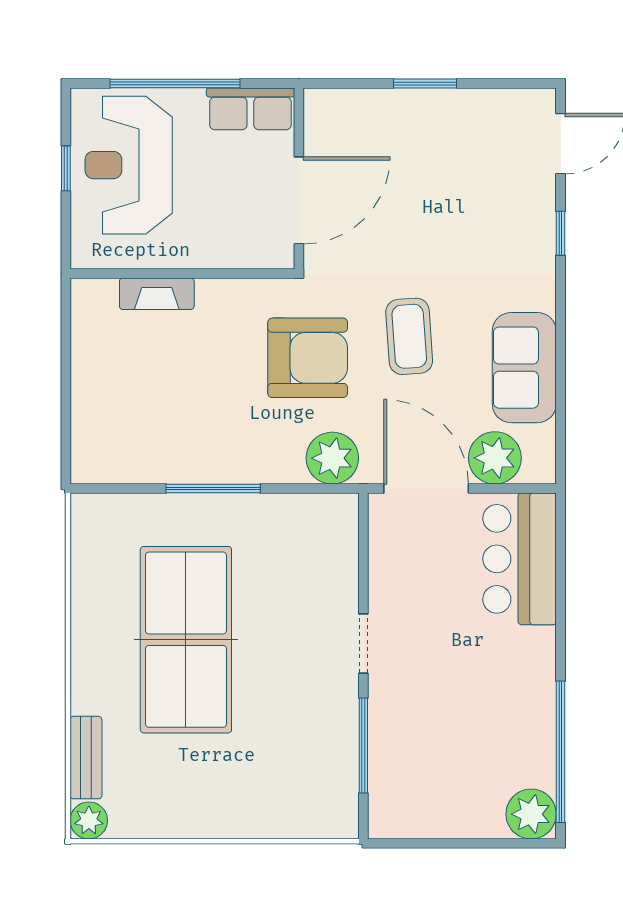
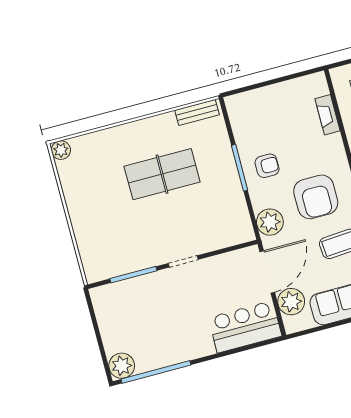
armchair: (223, 435) -> (267, 166), added
table tennis table: (186, 640) -> (162, 174), width x0.73, depth x0.76
bench: (86, 758) -> (197, 112), moved

